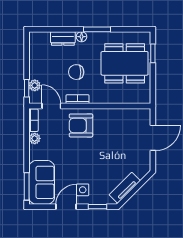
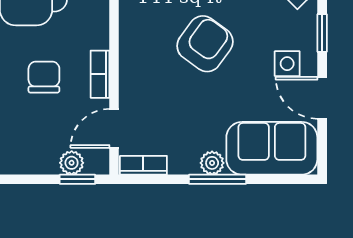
chair: (76, 72) -> (44, 77), turned 180
armchair: (81, 125) -> (205, 44), moved, turned -144
plant: (35, 138) -> (212, 163), moved
window: (27, 186) -> (218, 179), moved

